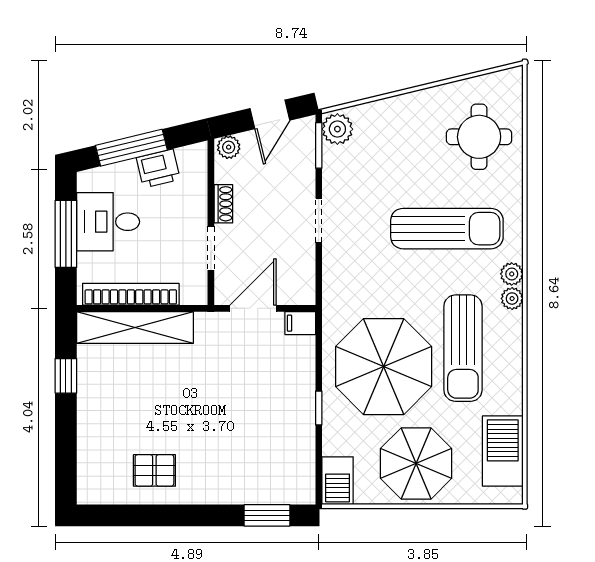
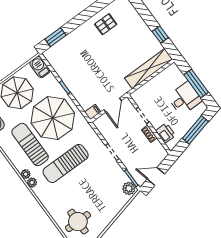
door: (270, 114) -> (156, 176), hinge flipped
plant: (229, 147) -> (162, 155), removed
printer: (158, 168) -> (166, 133), moved, turned 104
sun lounger: (447, 229) -> (66, 163), moved
bookcase: (131, 294) -> (158, 79), removed

